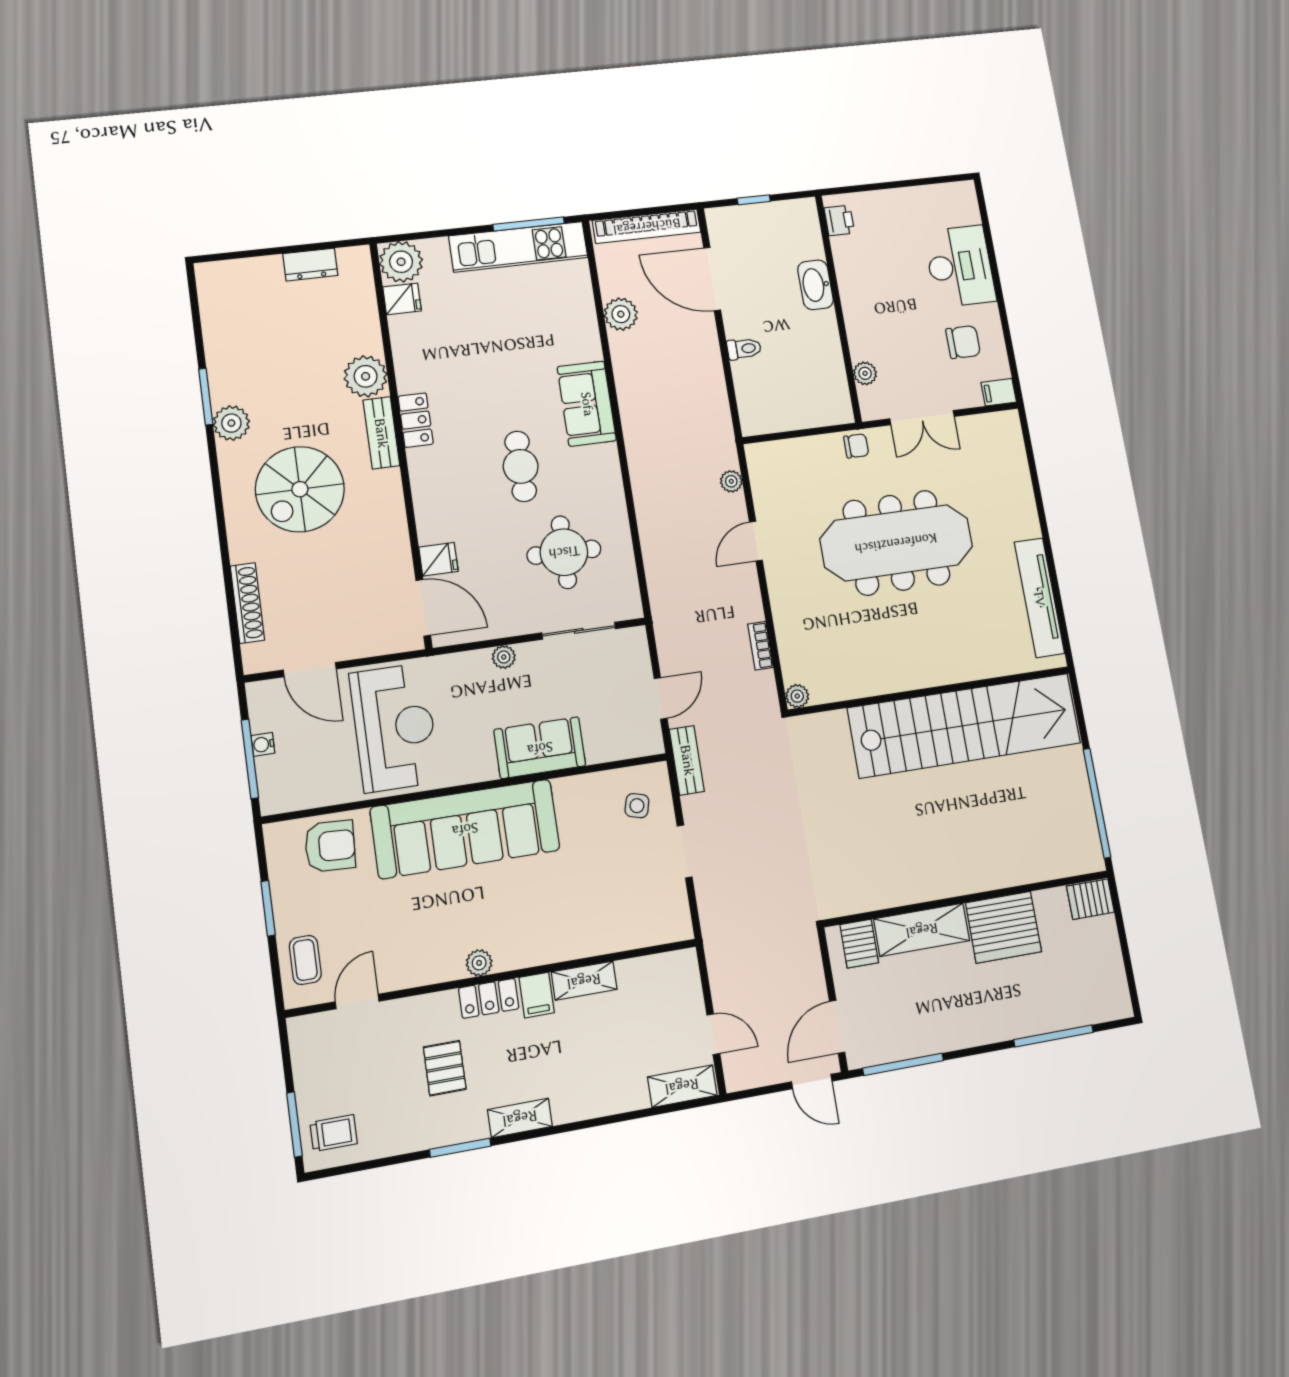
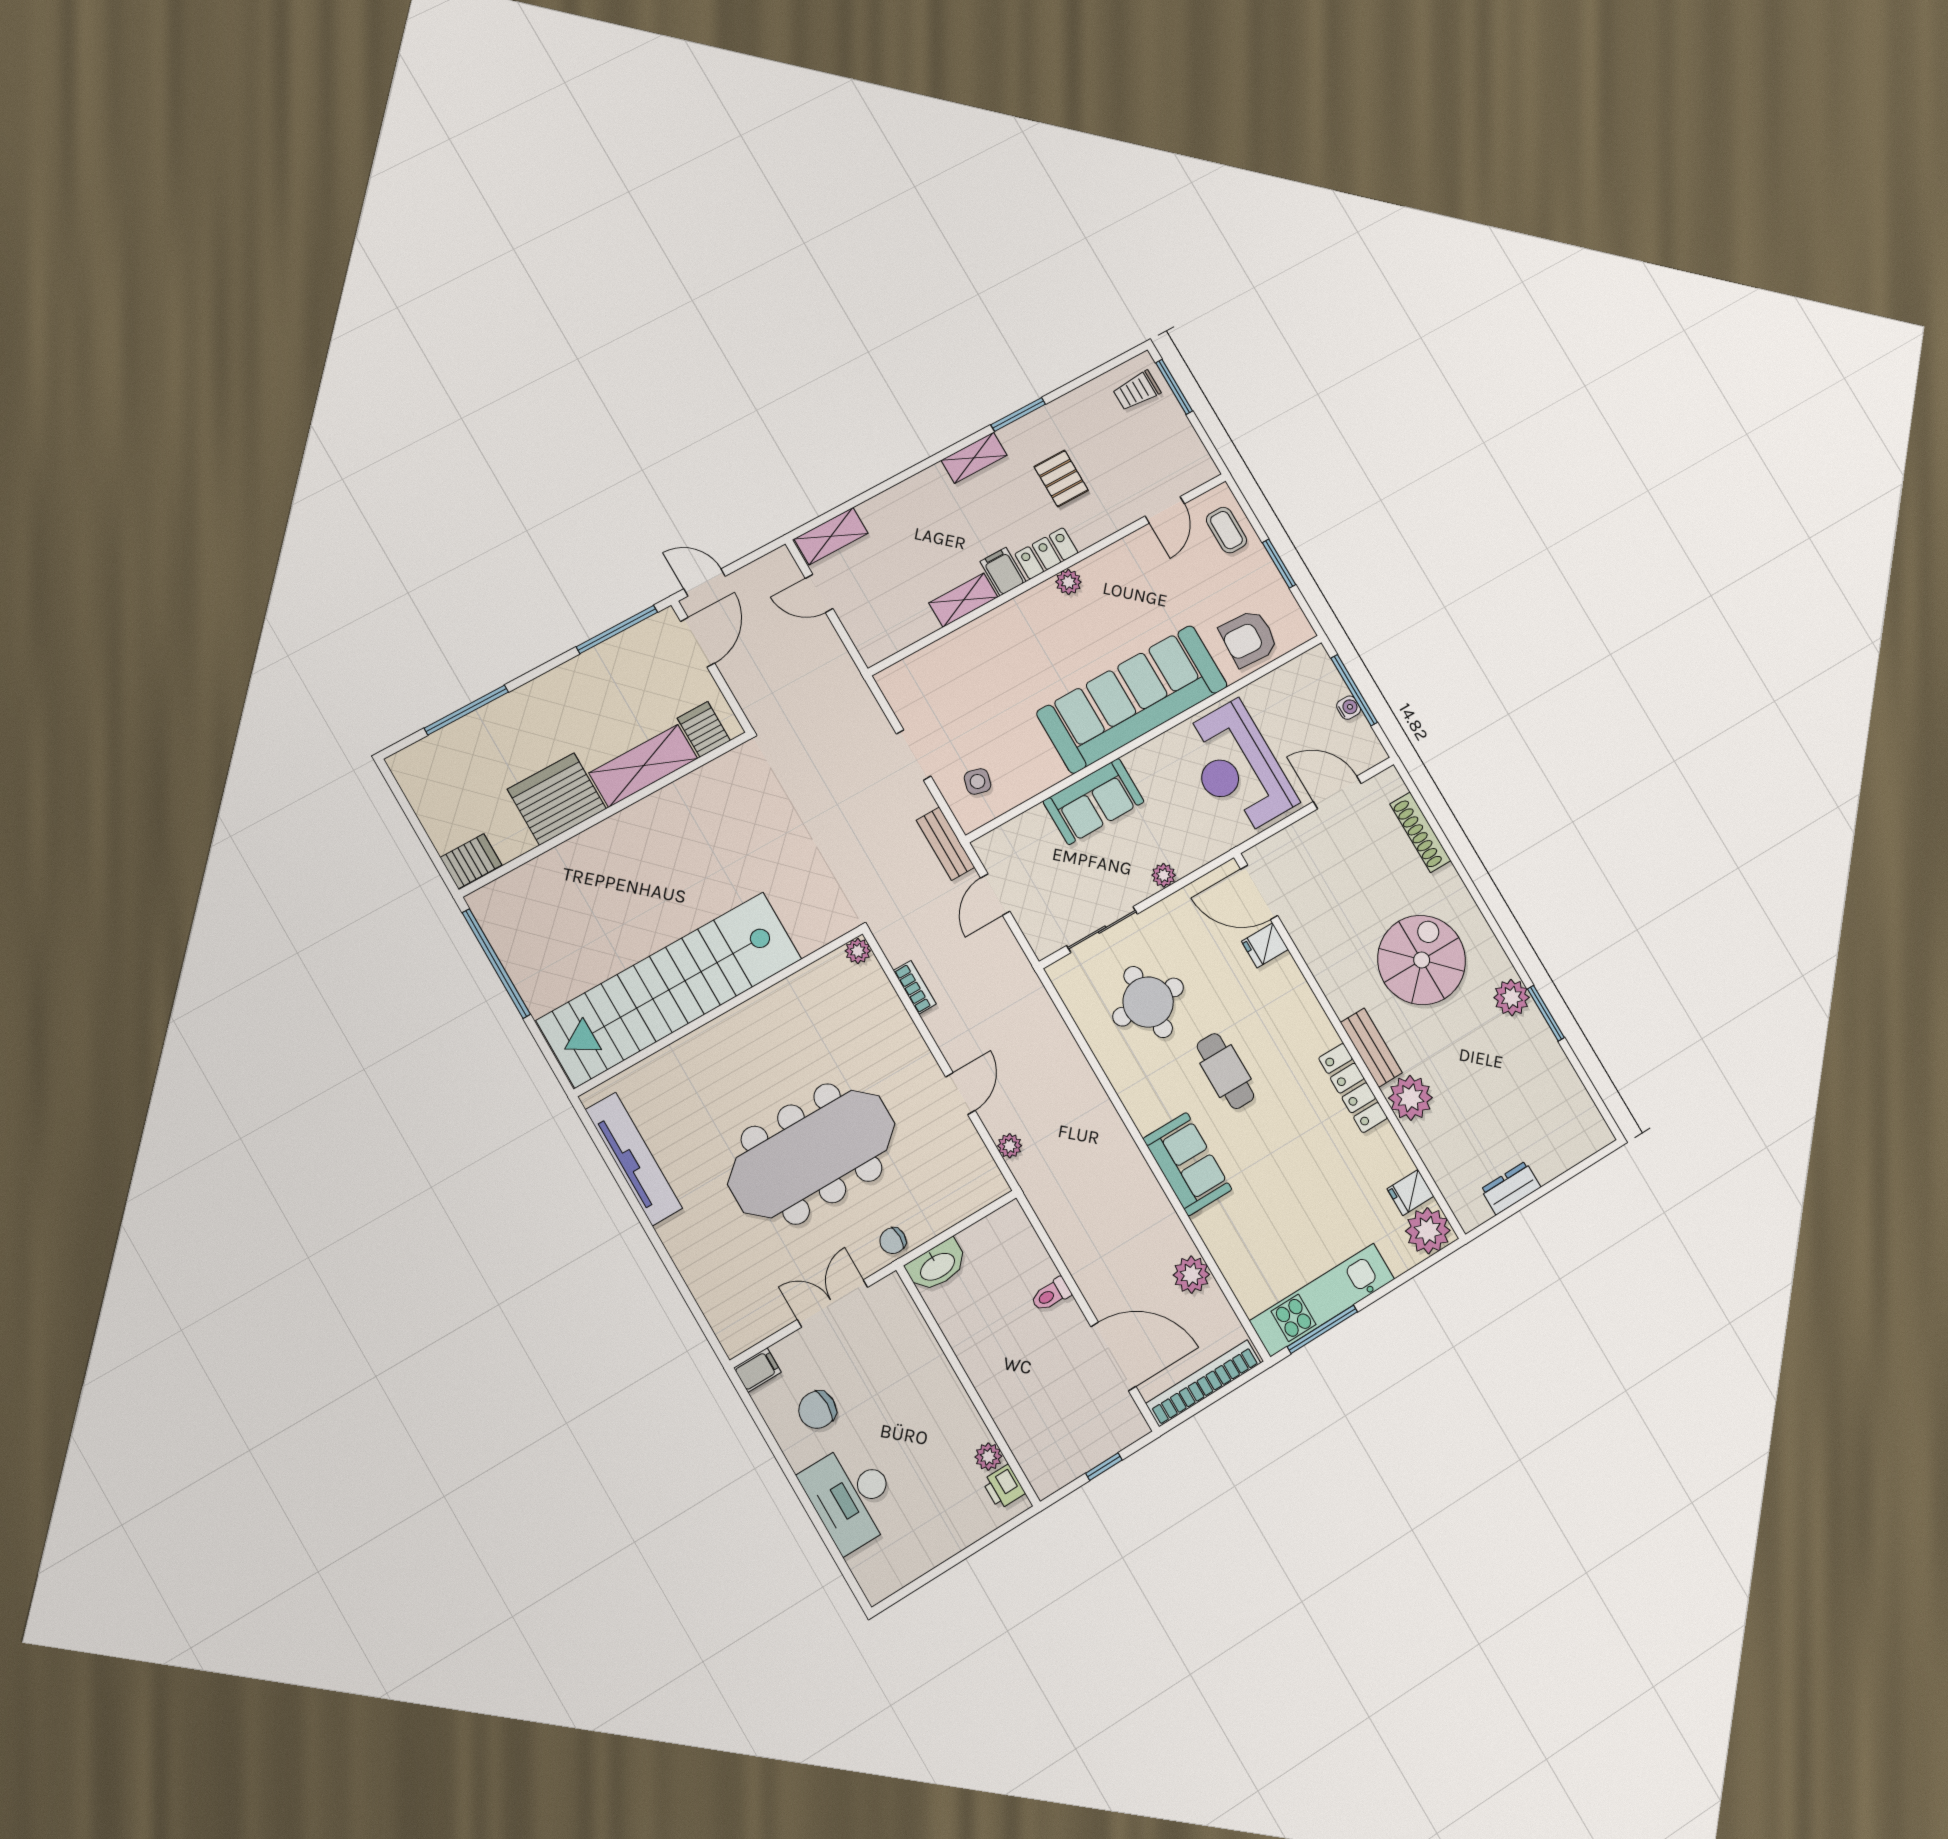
washbasin: (815, 285) -> (937, 1266), moved, turned 90
plant: (865, 373) -> (988, 1457), moved
locker: (416, 420) -> (1353, 1088), width x1.53

